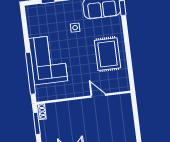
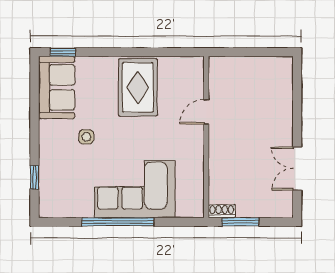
rug: (107, 54) -> (138, 87), turned 90
window: (31, 73) -> (118, 222), moved

